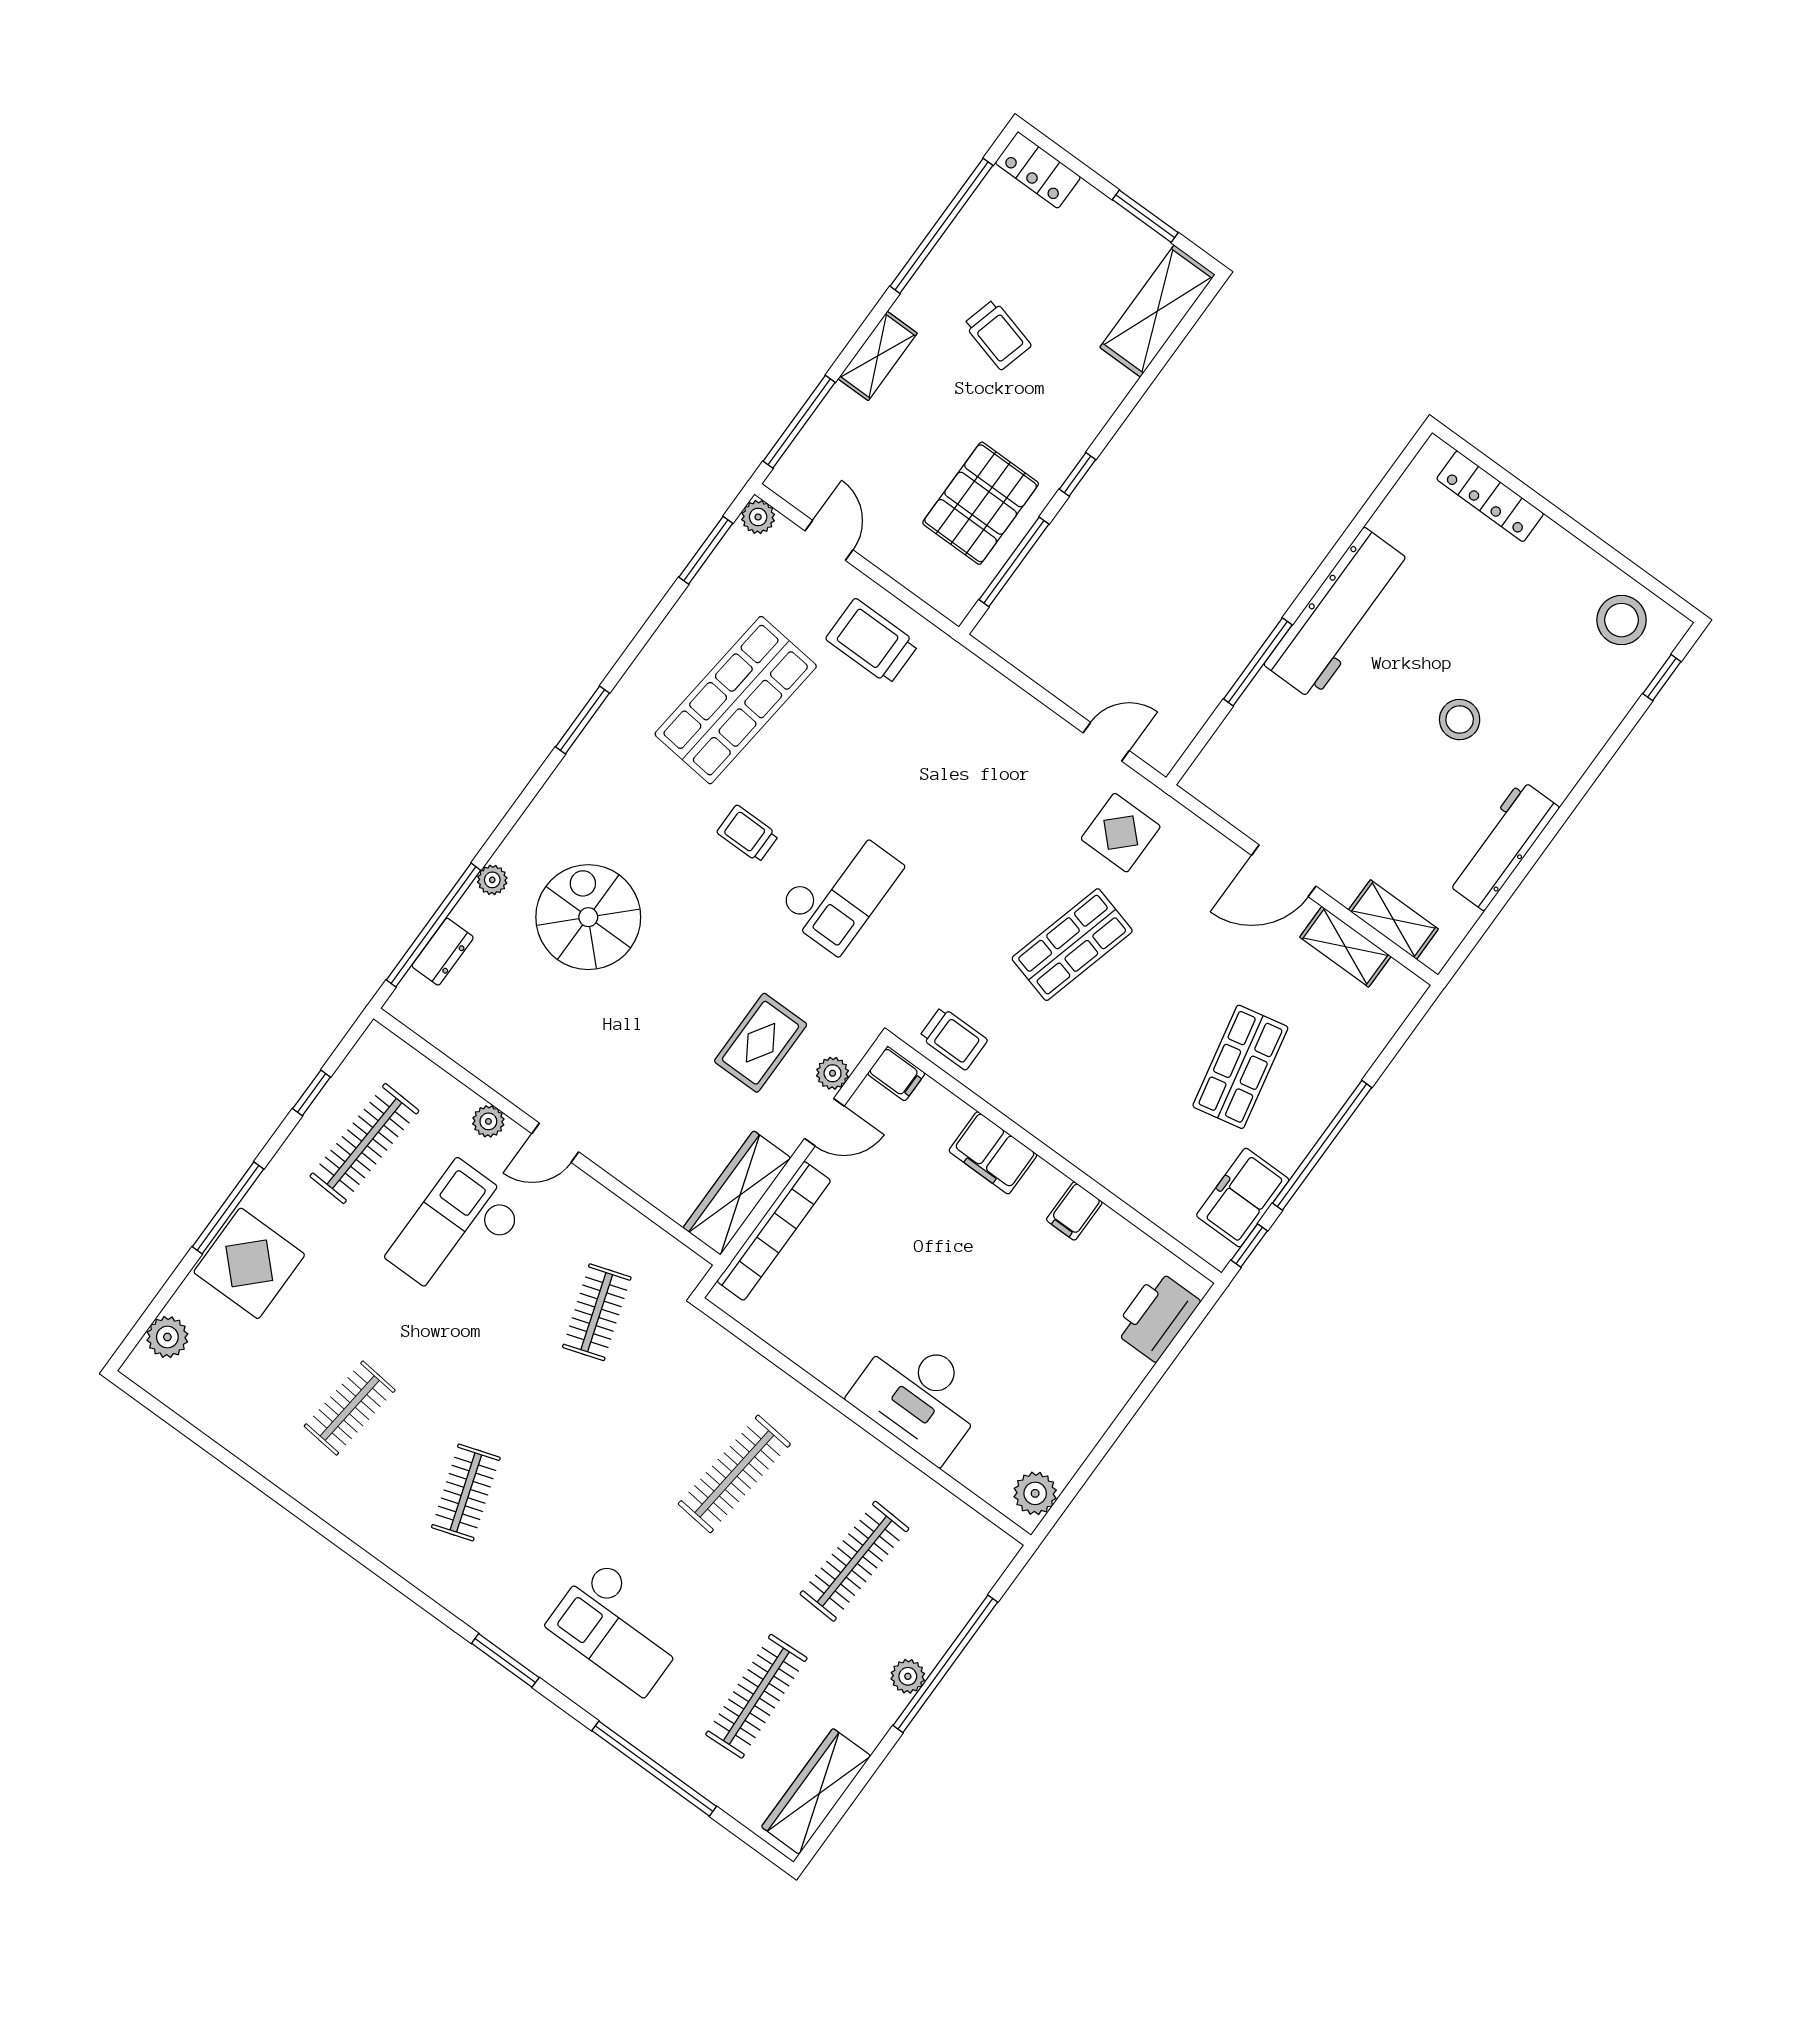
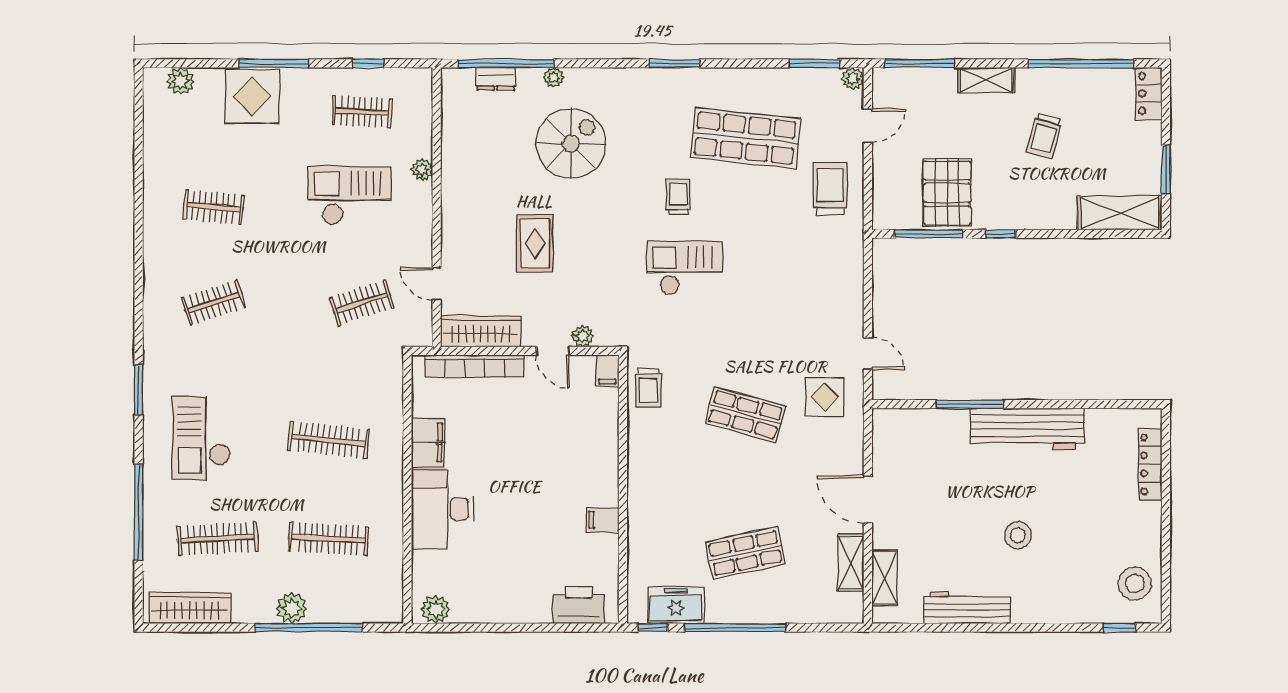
pallet: (981, 503) -> (947, 193), turned 90
checkout: (840, 889) -> (685, 268), turned 180
rug: (761, 1043) -> (535, 243), moved, turned 90
clothes rail: (364, 1143) -> (362, 112), width x0.73
door: (555, 1143) -> (437, 284), moved
filing cabinet: (993, 1153) -> (428, 442), moved, turned 180
plant: (908, 1676) -> (292, 608), width x1.38, depth x1.38

